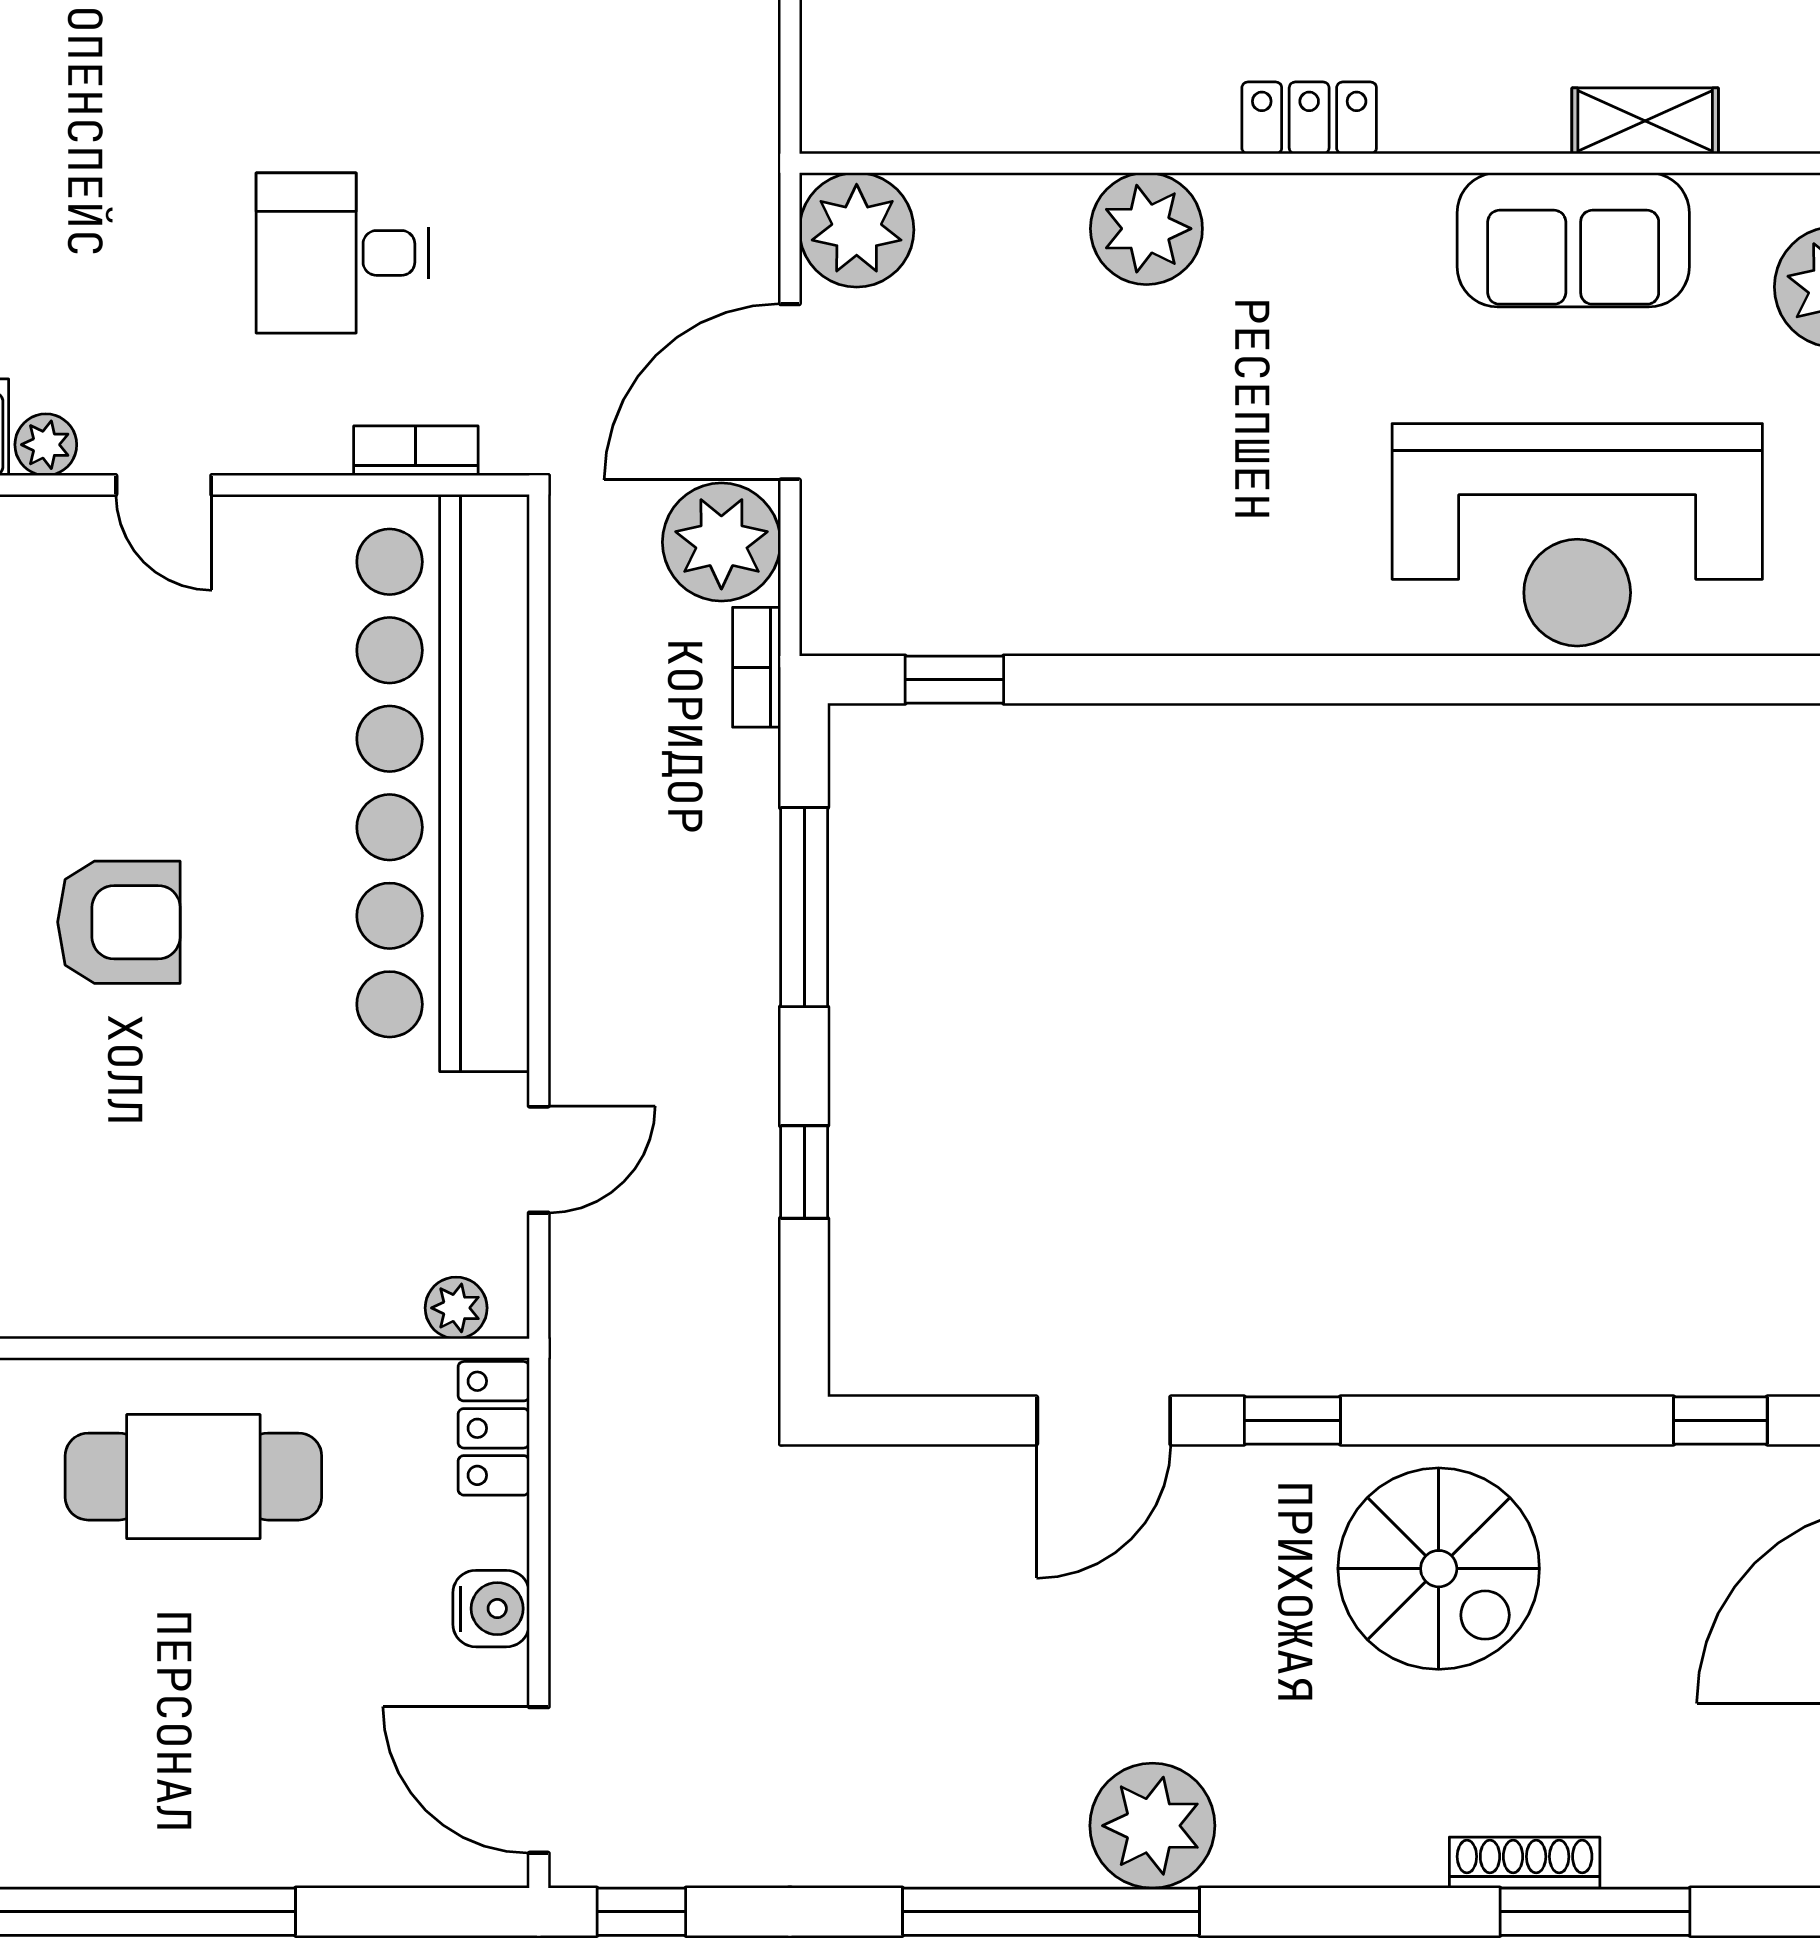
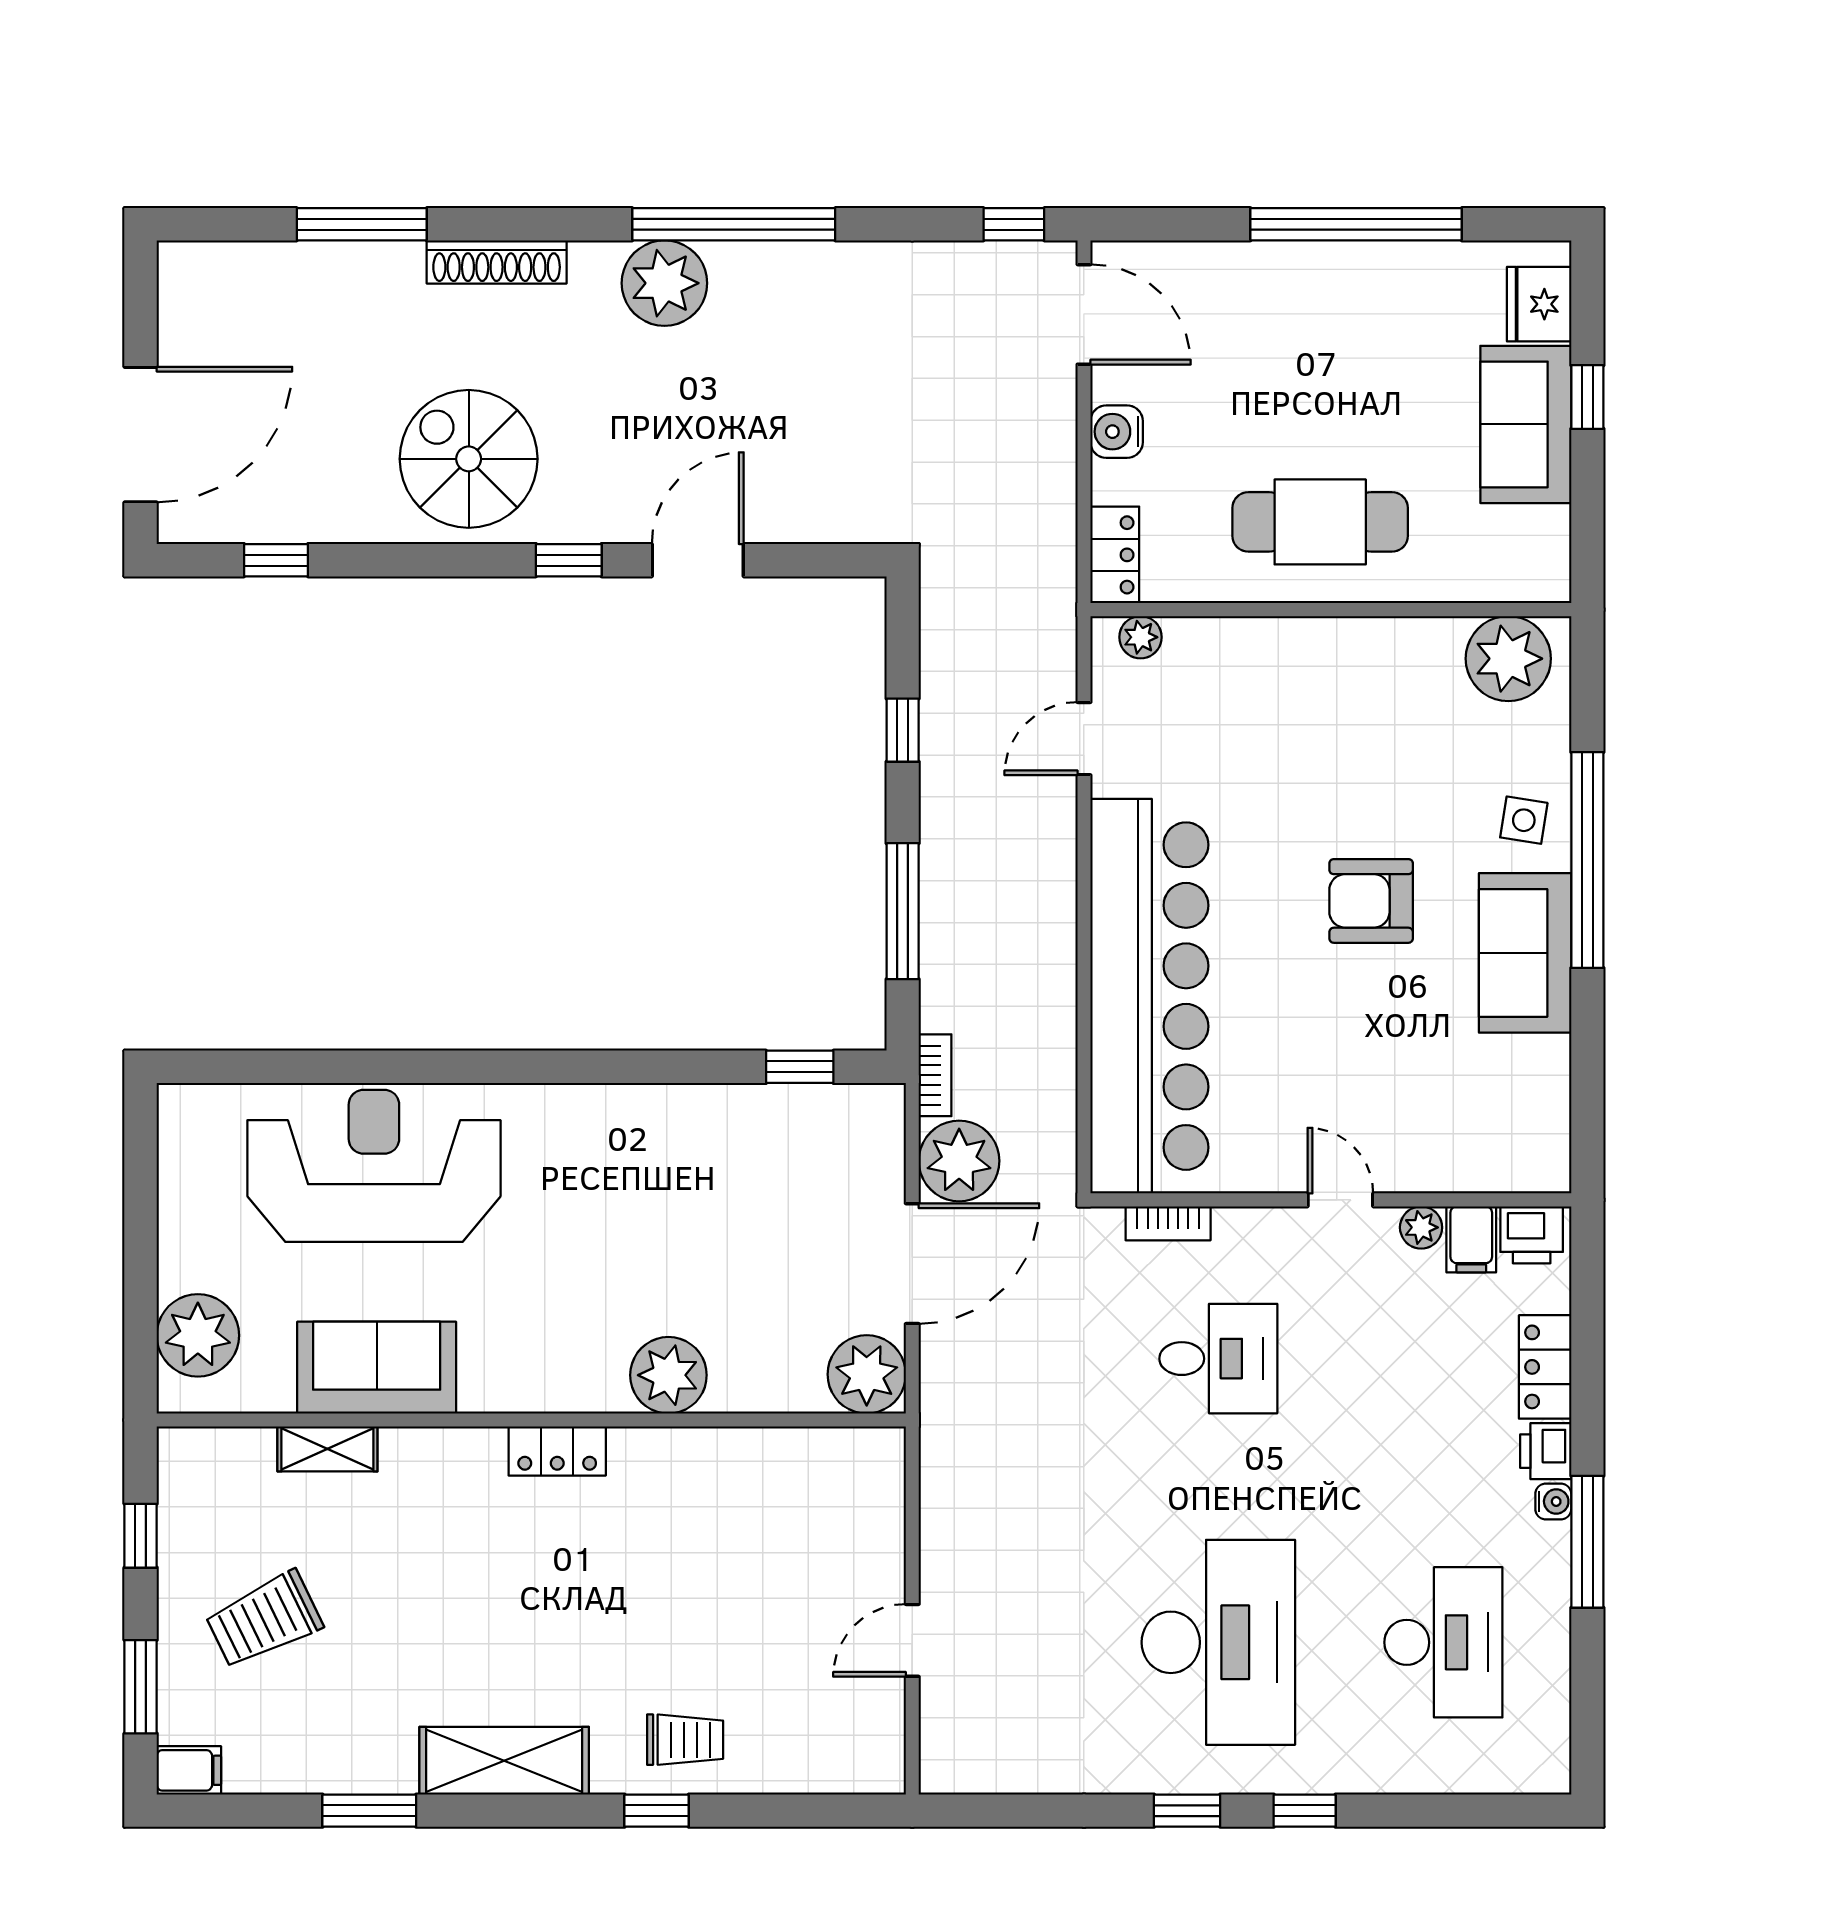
shoe rack: (1525, 1863) -> (497, 262), moved, width x1.36, depth x1.24

